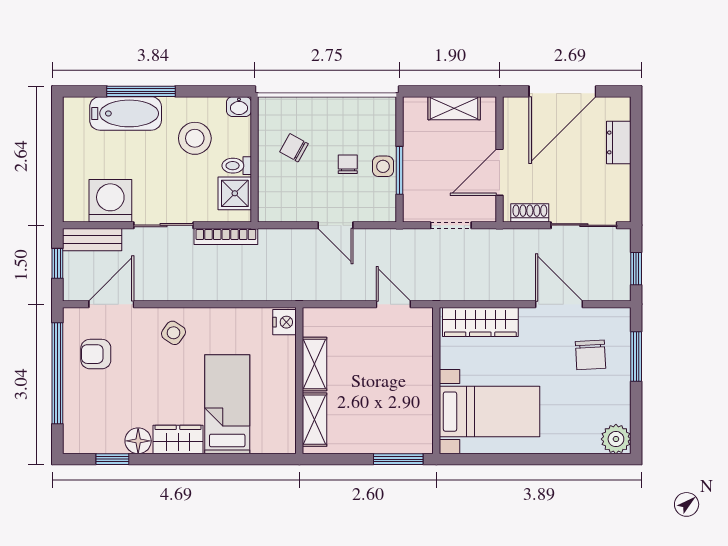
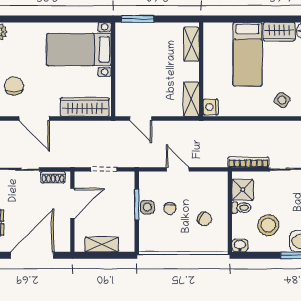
shelving: (315, 364) -> (191, 99), moved

